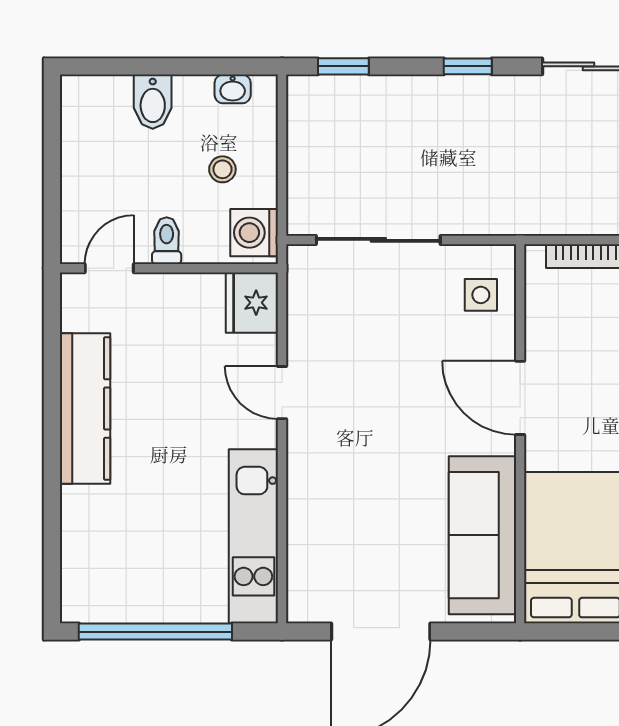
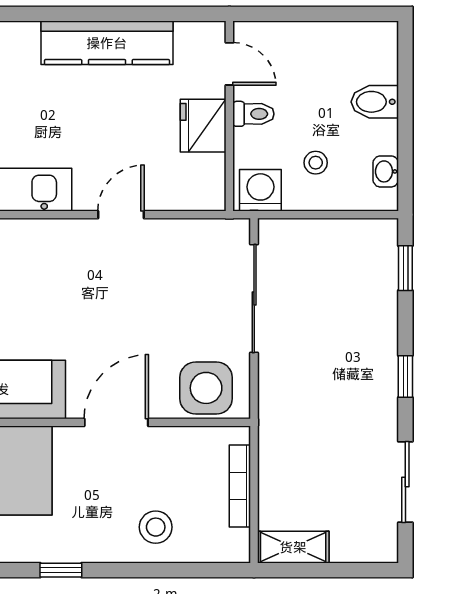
side table: (481, 295) -> (206, 388), width x1.87, depth x1.87
fridge: (252, 303) -> (203, 126), moved, turned -90

